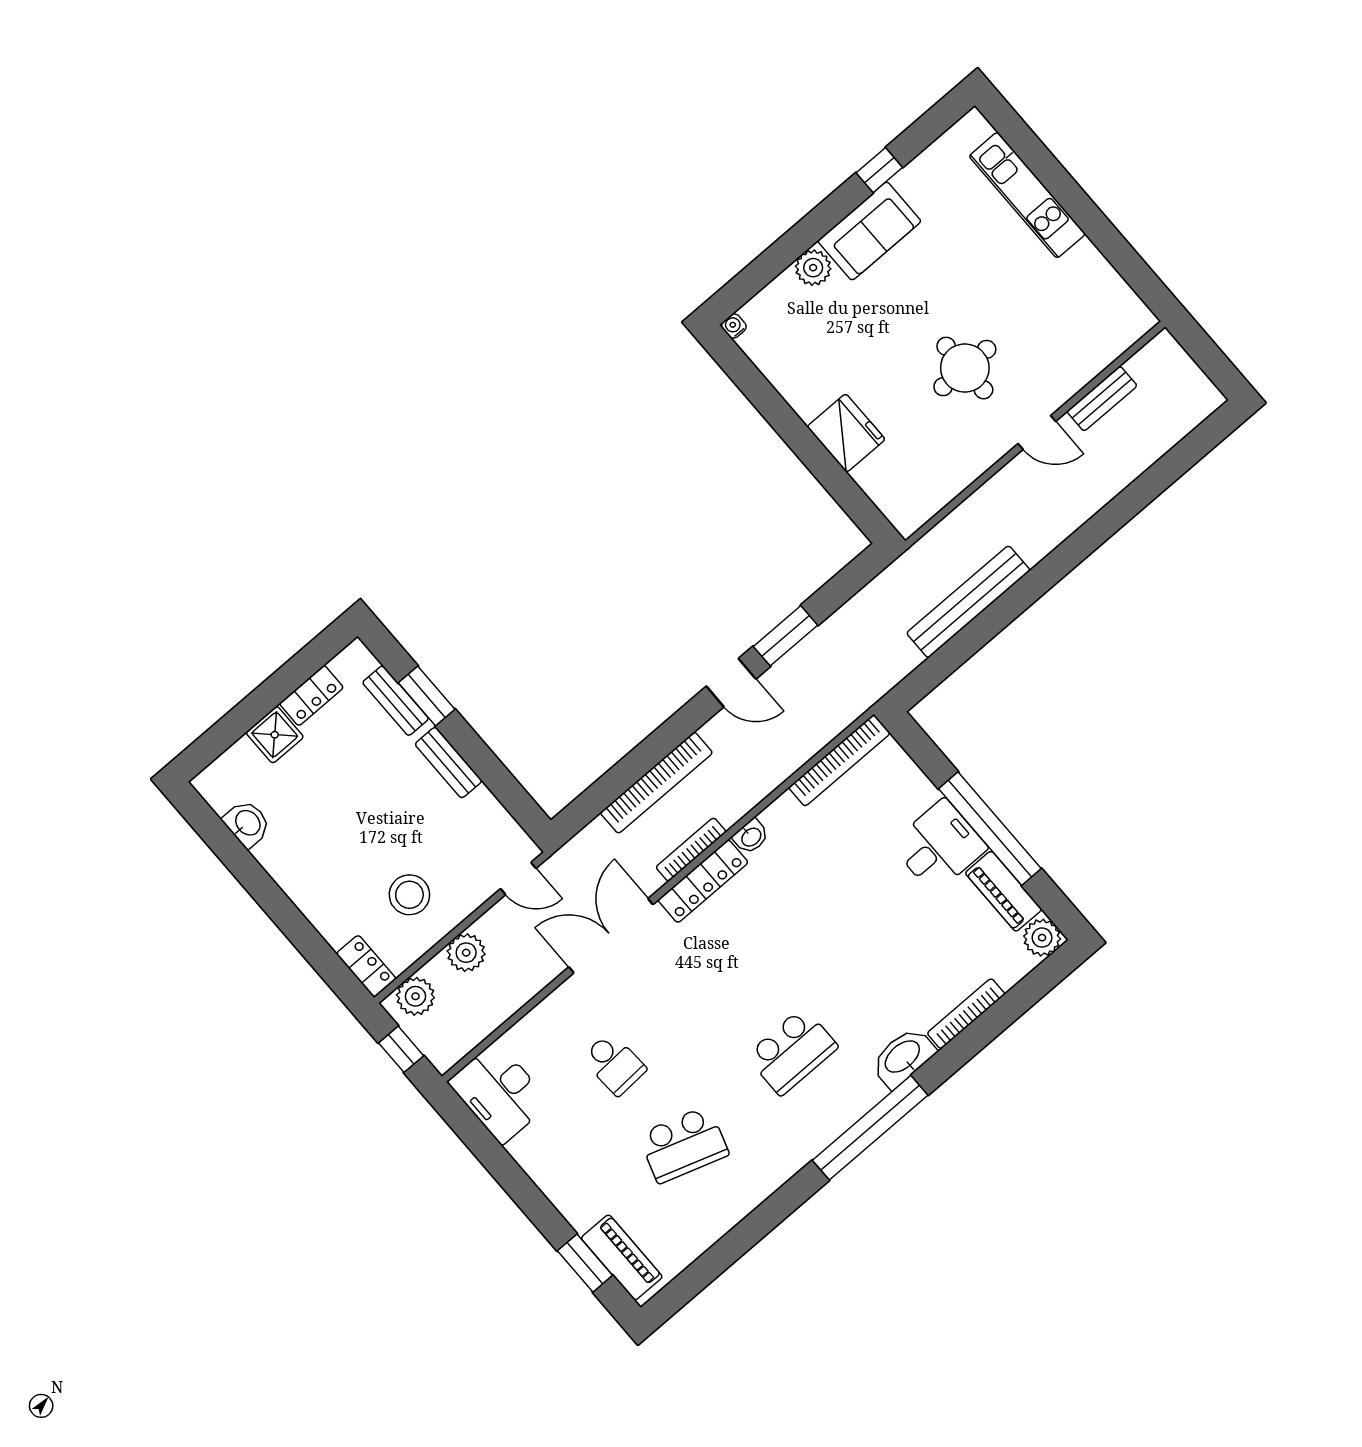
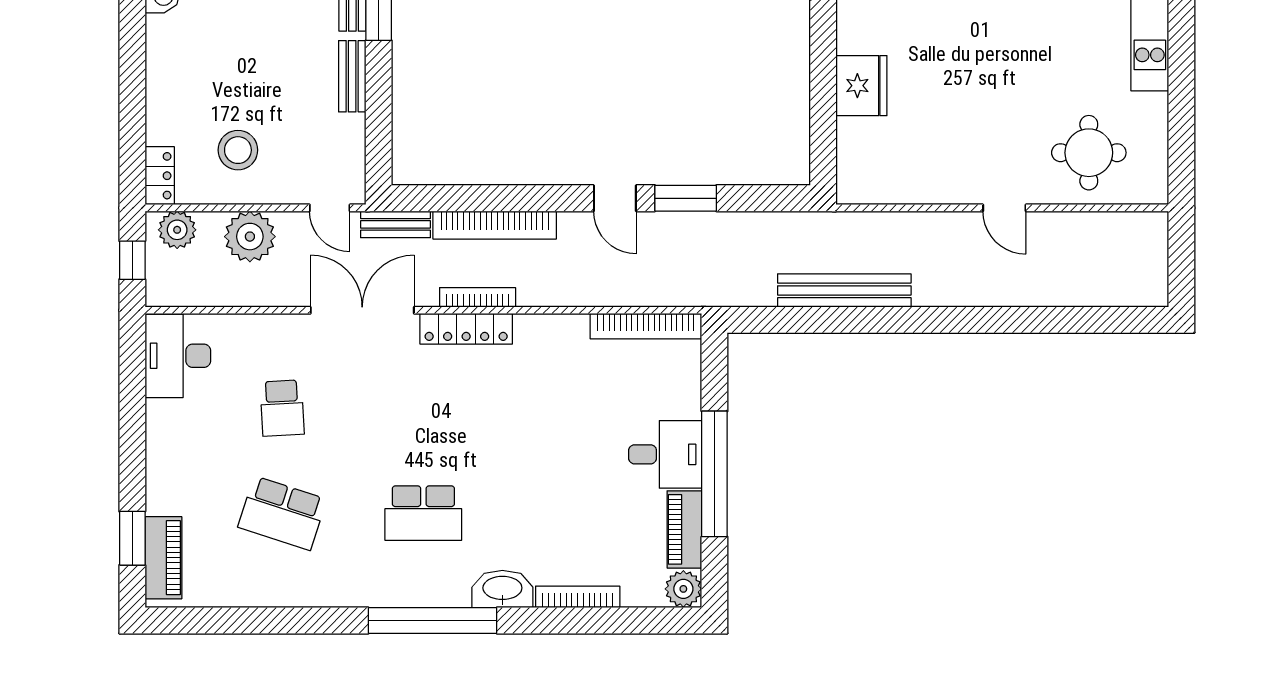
round table: (965, 368) -> (1089, 153), moved
bench: (1102, 399) -> (395, 224), moved
washbasin: (751, 837) -> (531, 326), removed
plant: (466, 953) -> (250, 237), width x1.36, depth x1.36

